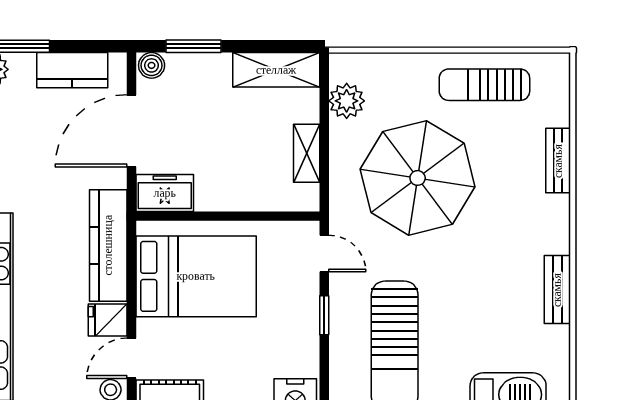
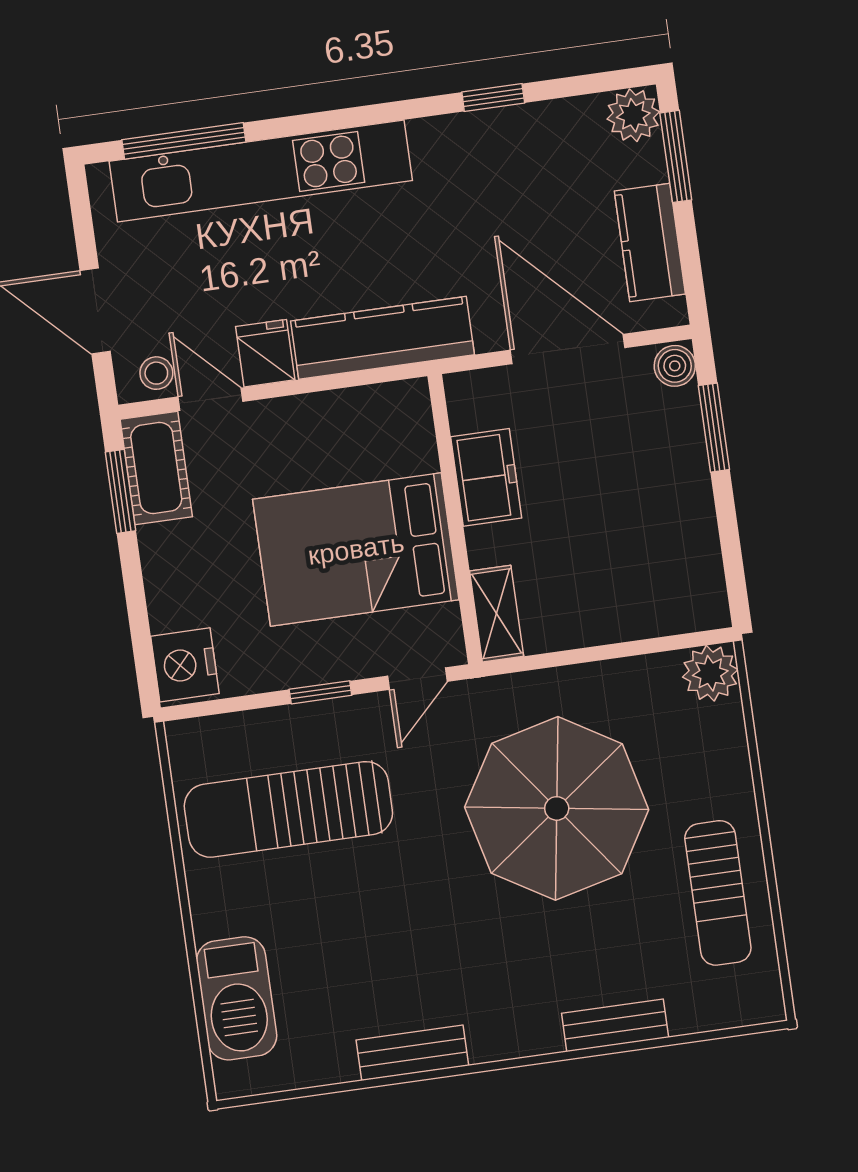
shelving: (276, 70) -> (695, 563), removed
sun lounger: (484, 85) -> (718, 893), turned 180
plant: (347, 101) -> (710, 673), moved
shelving: (307, 153) -> (497, 614), moved, turned 90
freezer: (165, 193) -> (486, 477), moved
bed: (196, 276) -> (356, 549), moved, turned 90

